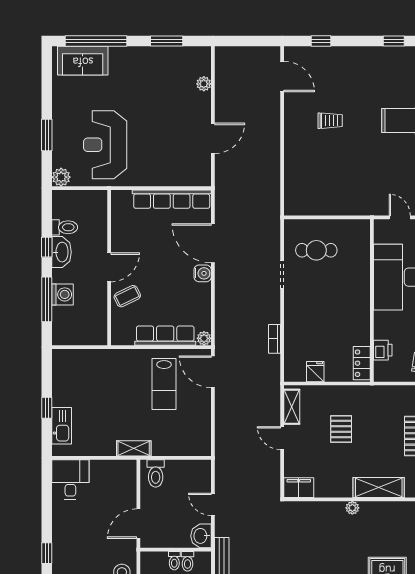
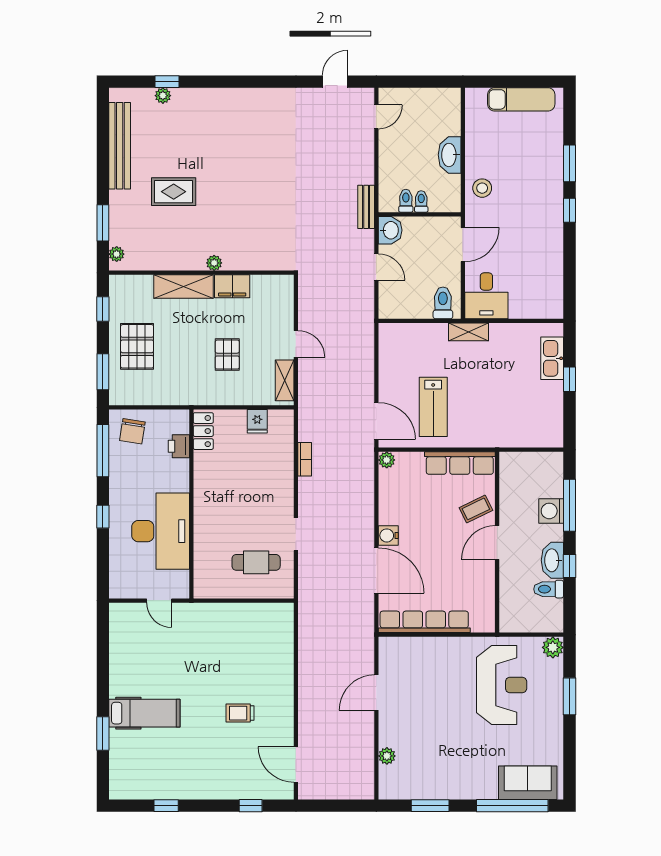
row of seats: (165, 336) -> (460, 463), moved
lab bench: (164, 384) -> (433, 407), turned 180
desk: (70, 479) -> (486, 296), moved
filing cabinet: (299, 488) -> (232, 286), moved

